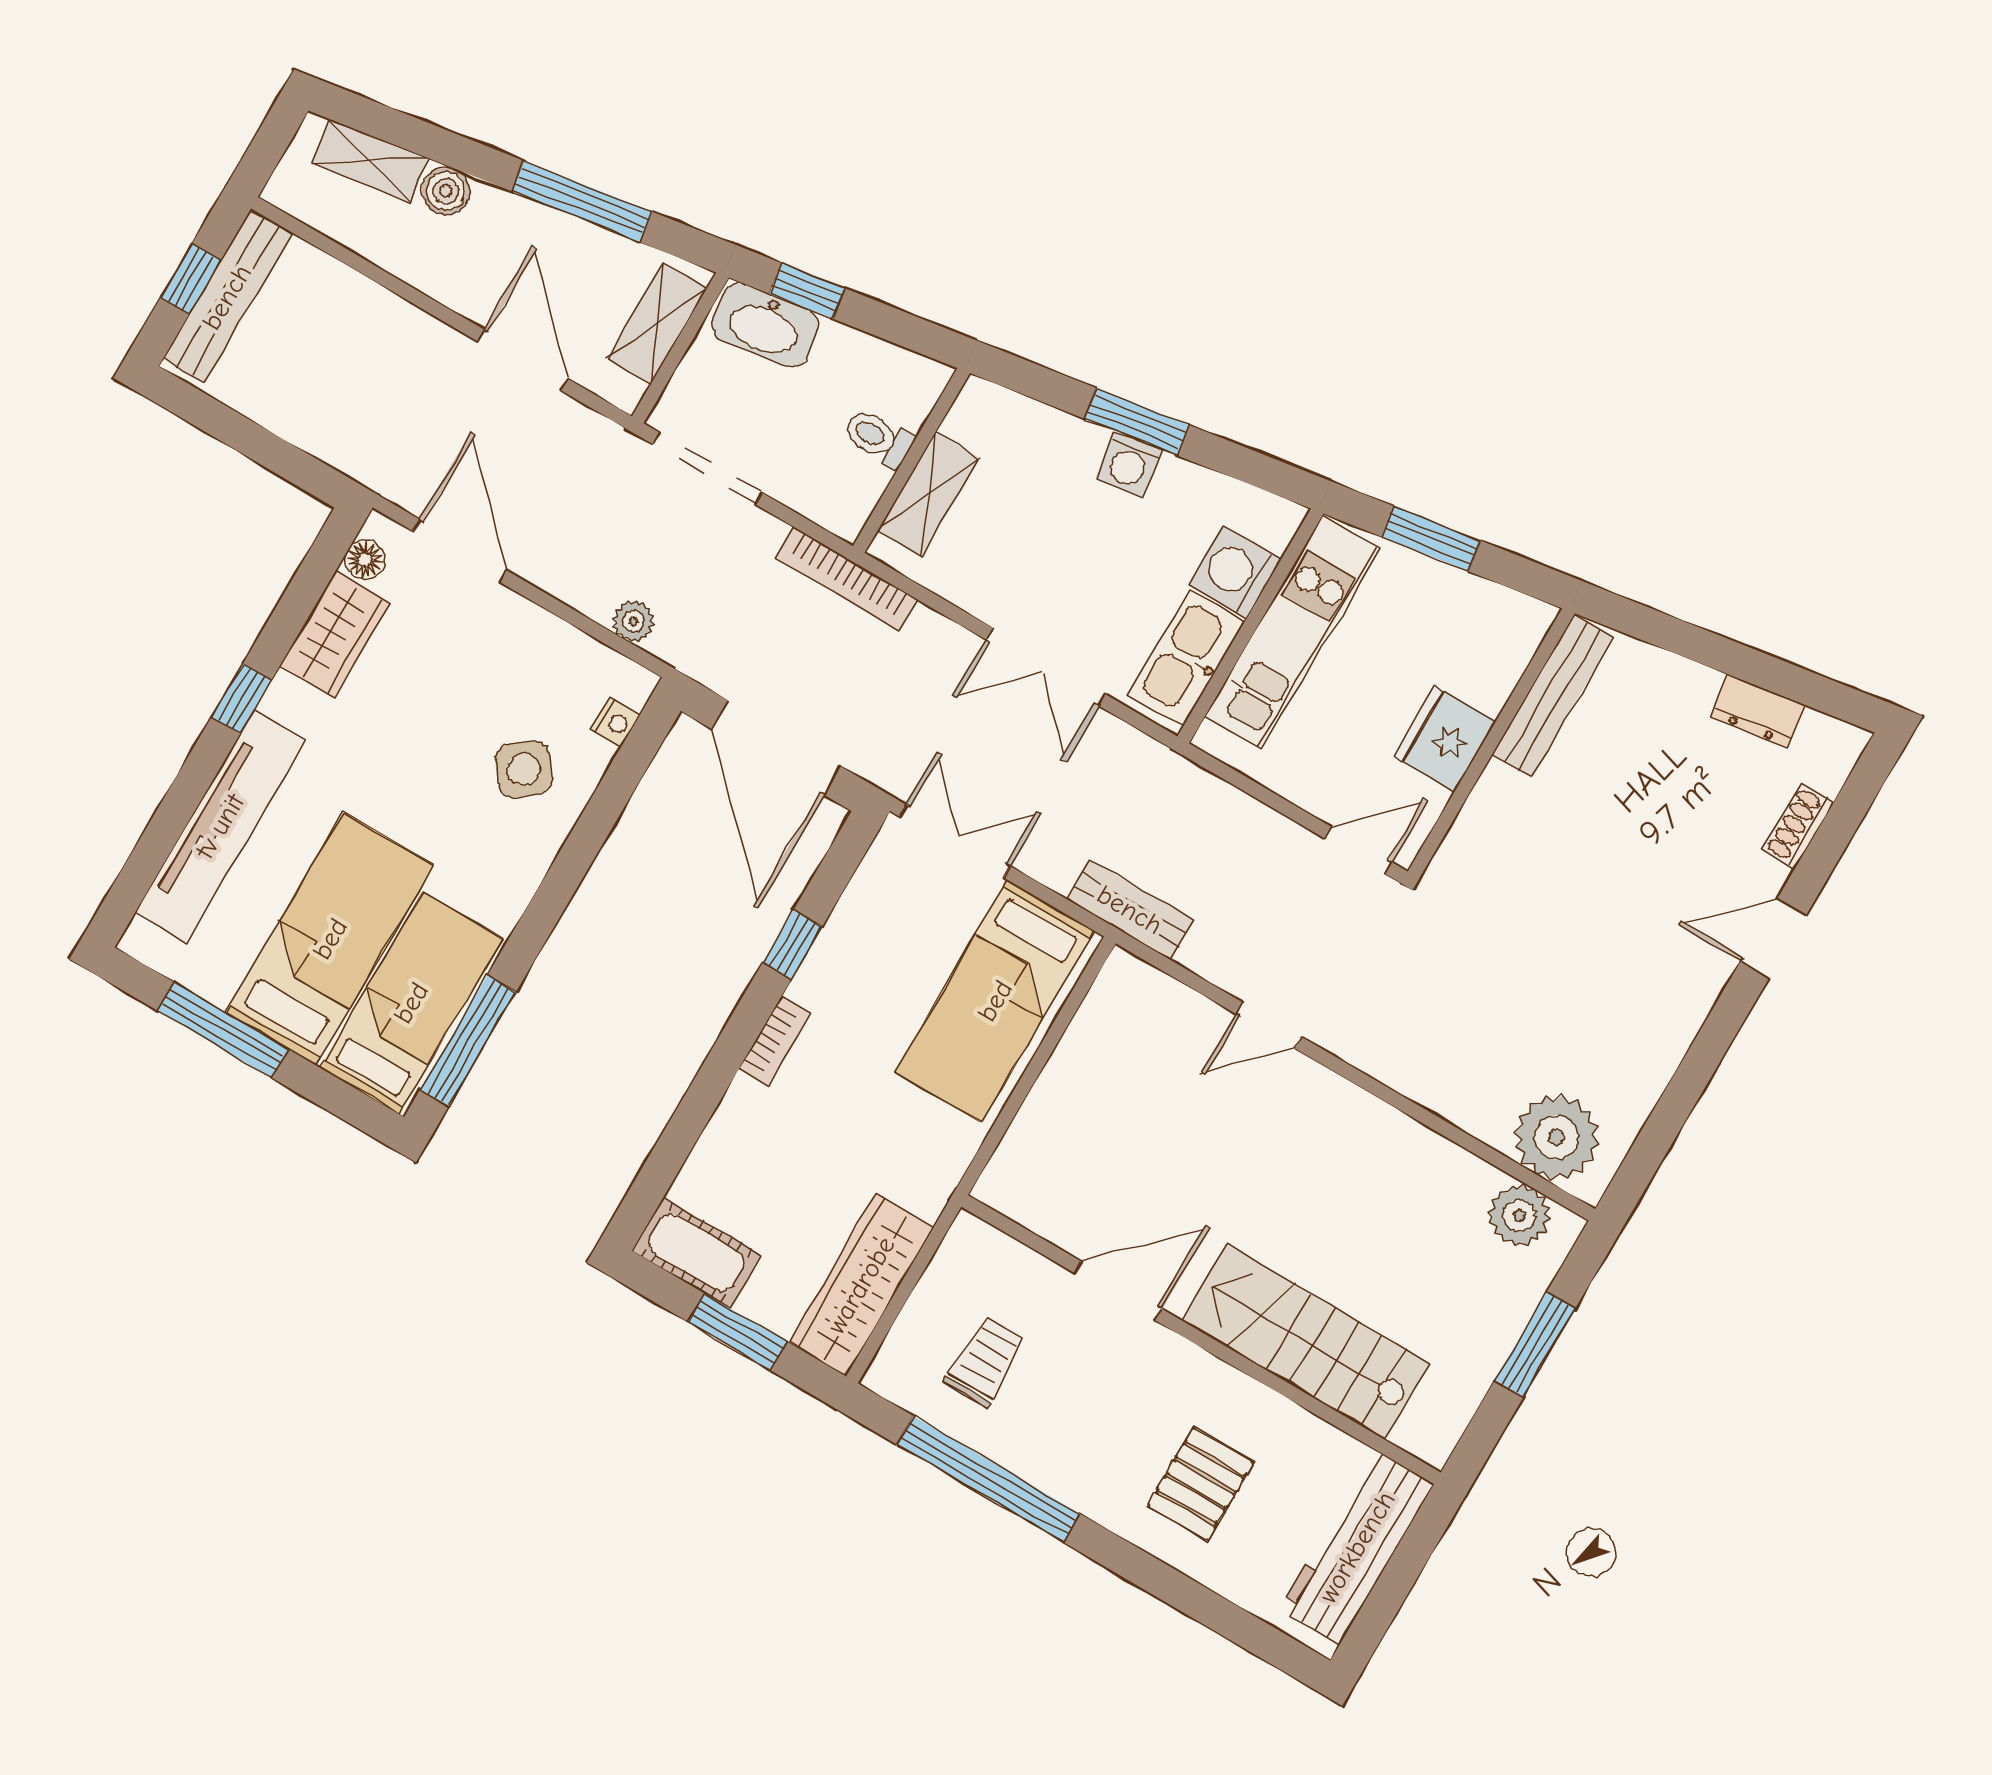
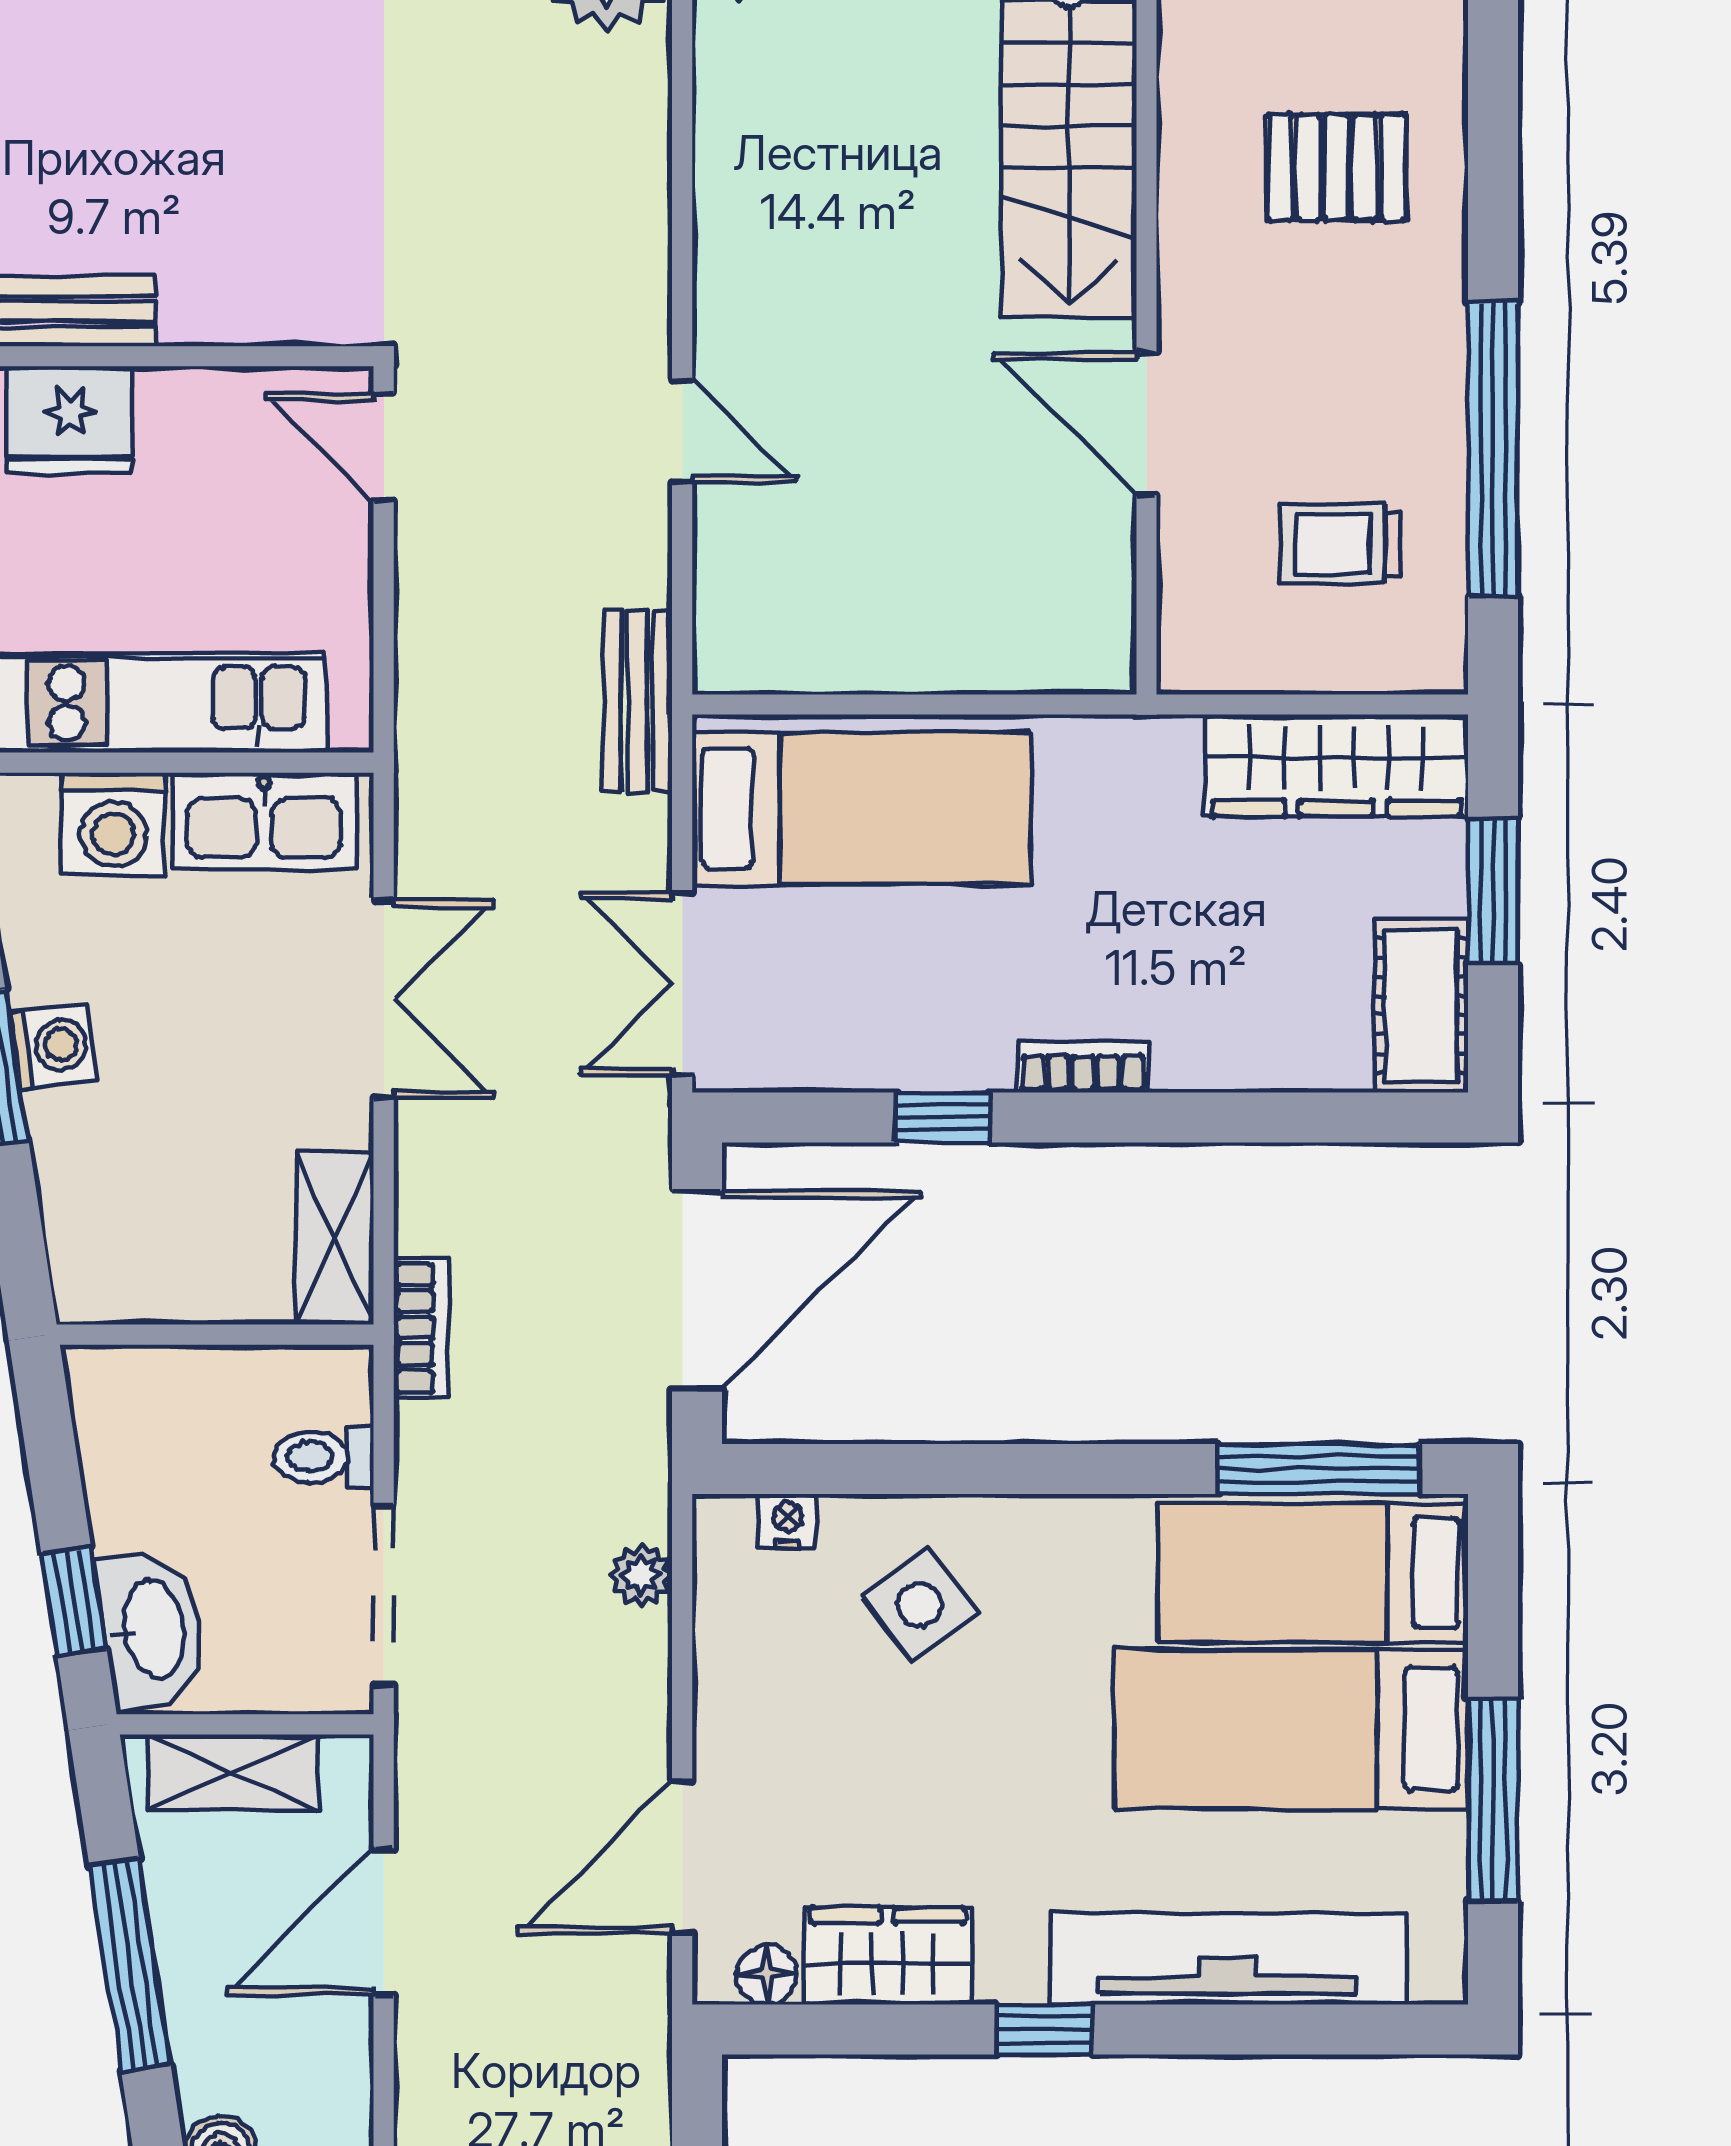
toilet: (878, 438) -> (324, 1457), moved, turned 90
shelving: (928, 494) -> (335, 1238), moved, turned 90
bookcase: (846, 579) -> (422, 1328), width x0.64
fridge: (1445, 739) -> (70, 420), moved

